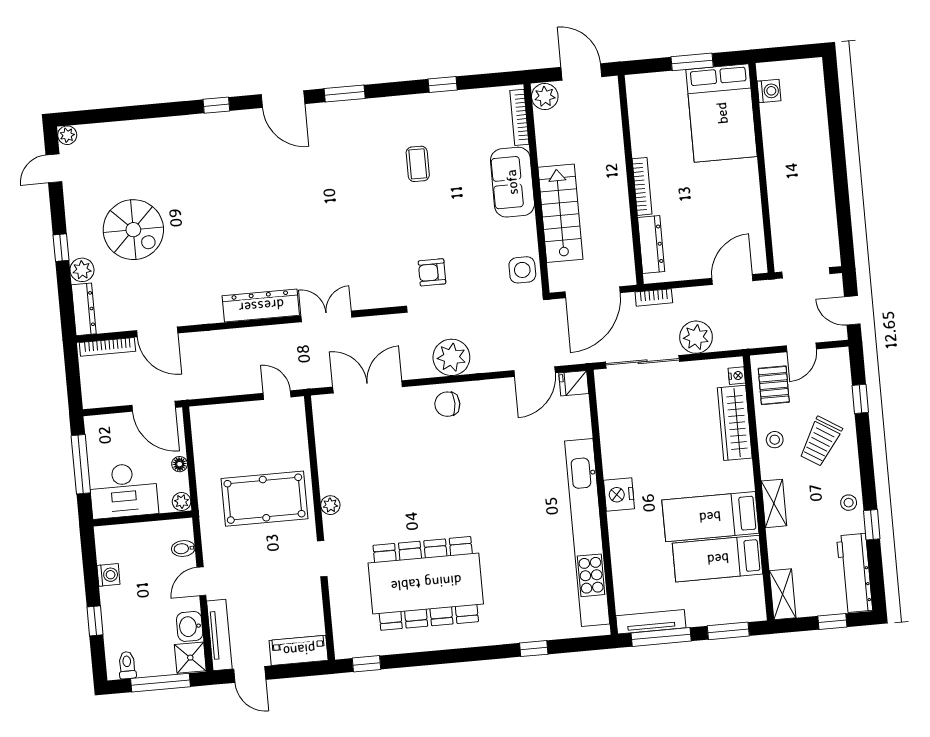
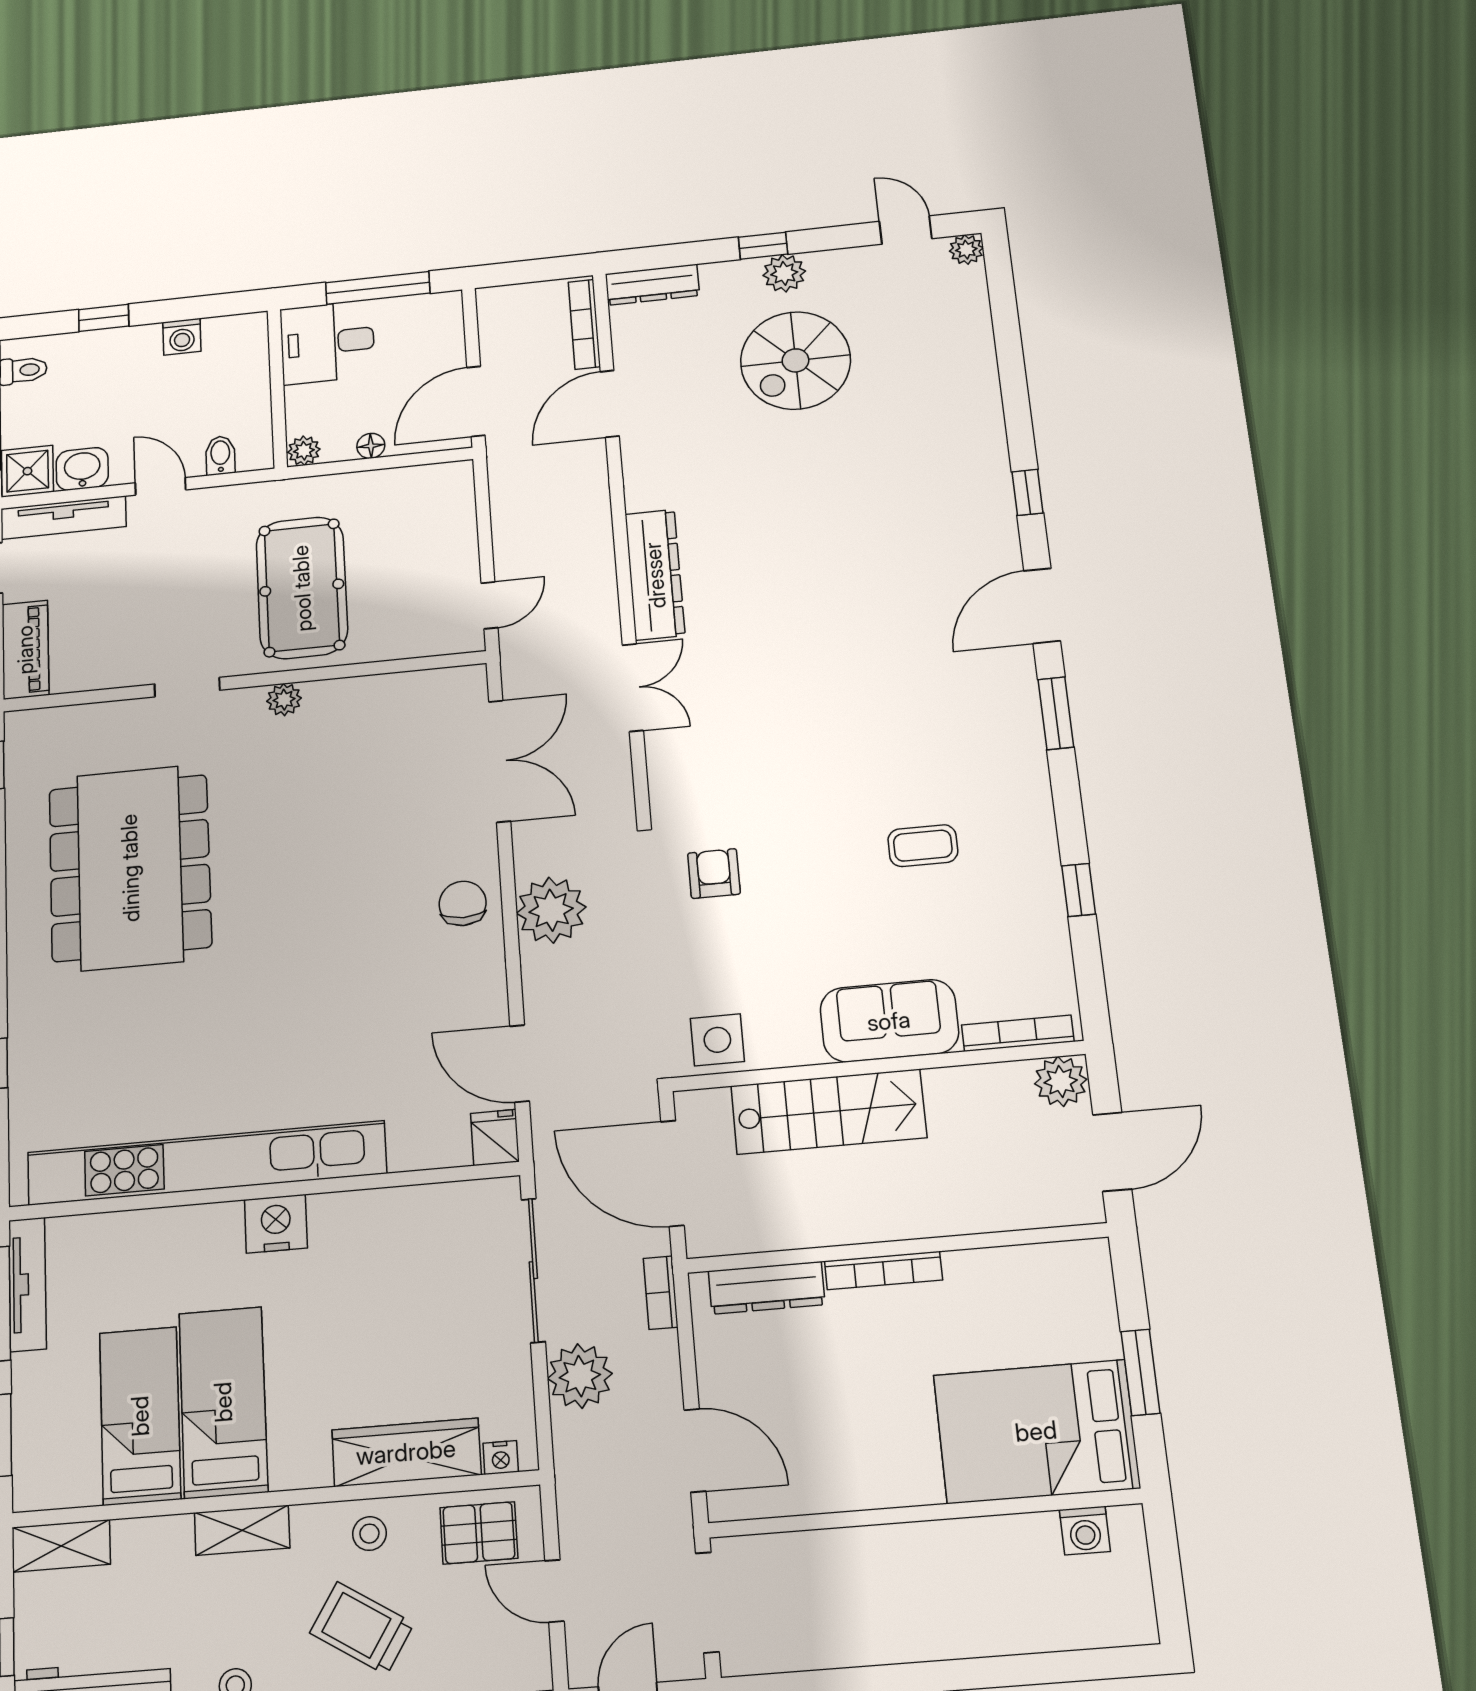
plant: (82, 270) -> (784, 273), moved
desk: (123, 491) -> (327, 342), width x0.73

